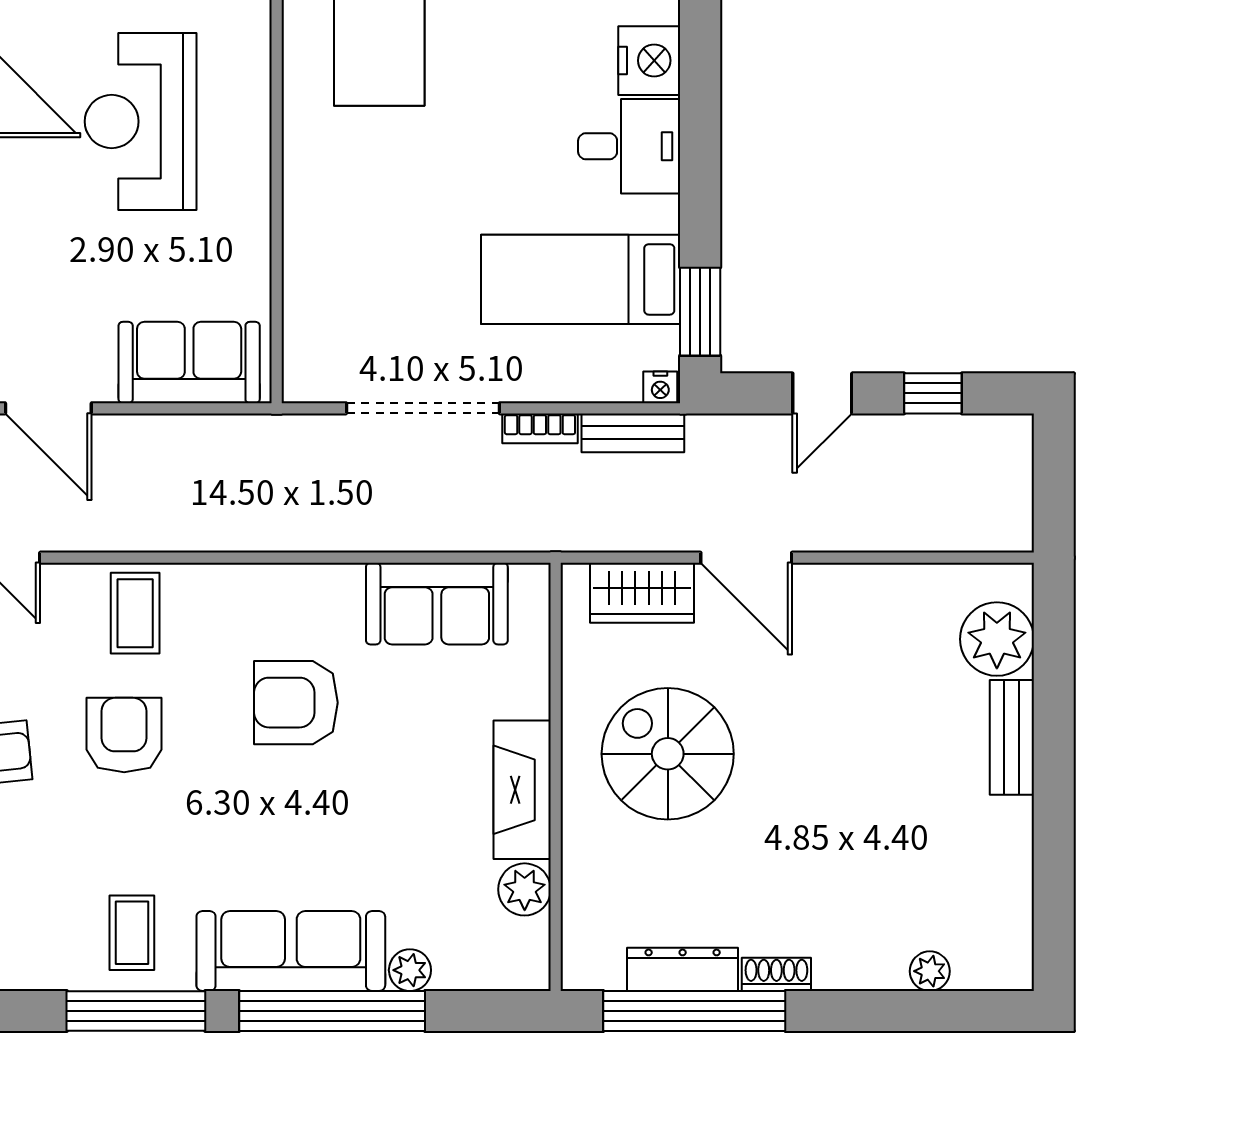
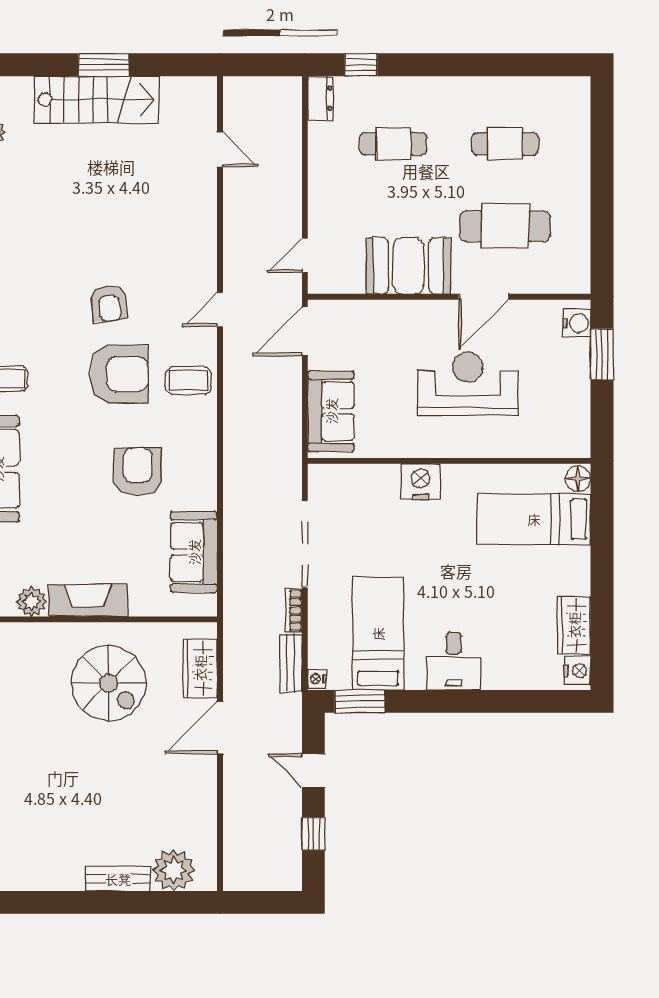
nightstand: (649, 61) -> (421, 481), moved, turned 180
armchair: (124, 735) -> (119, 374), width x1.36, depth x1.36
spiral stairs: (668, 754) -> (109, 683), turned 90

